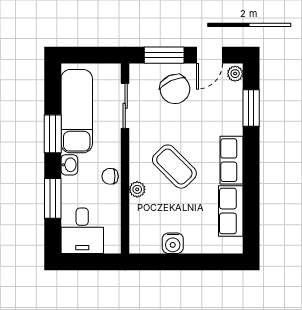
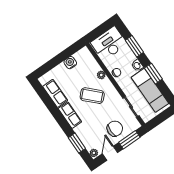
chair: (175, 89) -> (115, 129), turned 114
desk: (82, 231) -> (109, 44), width x1.37

